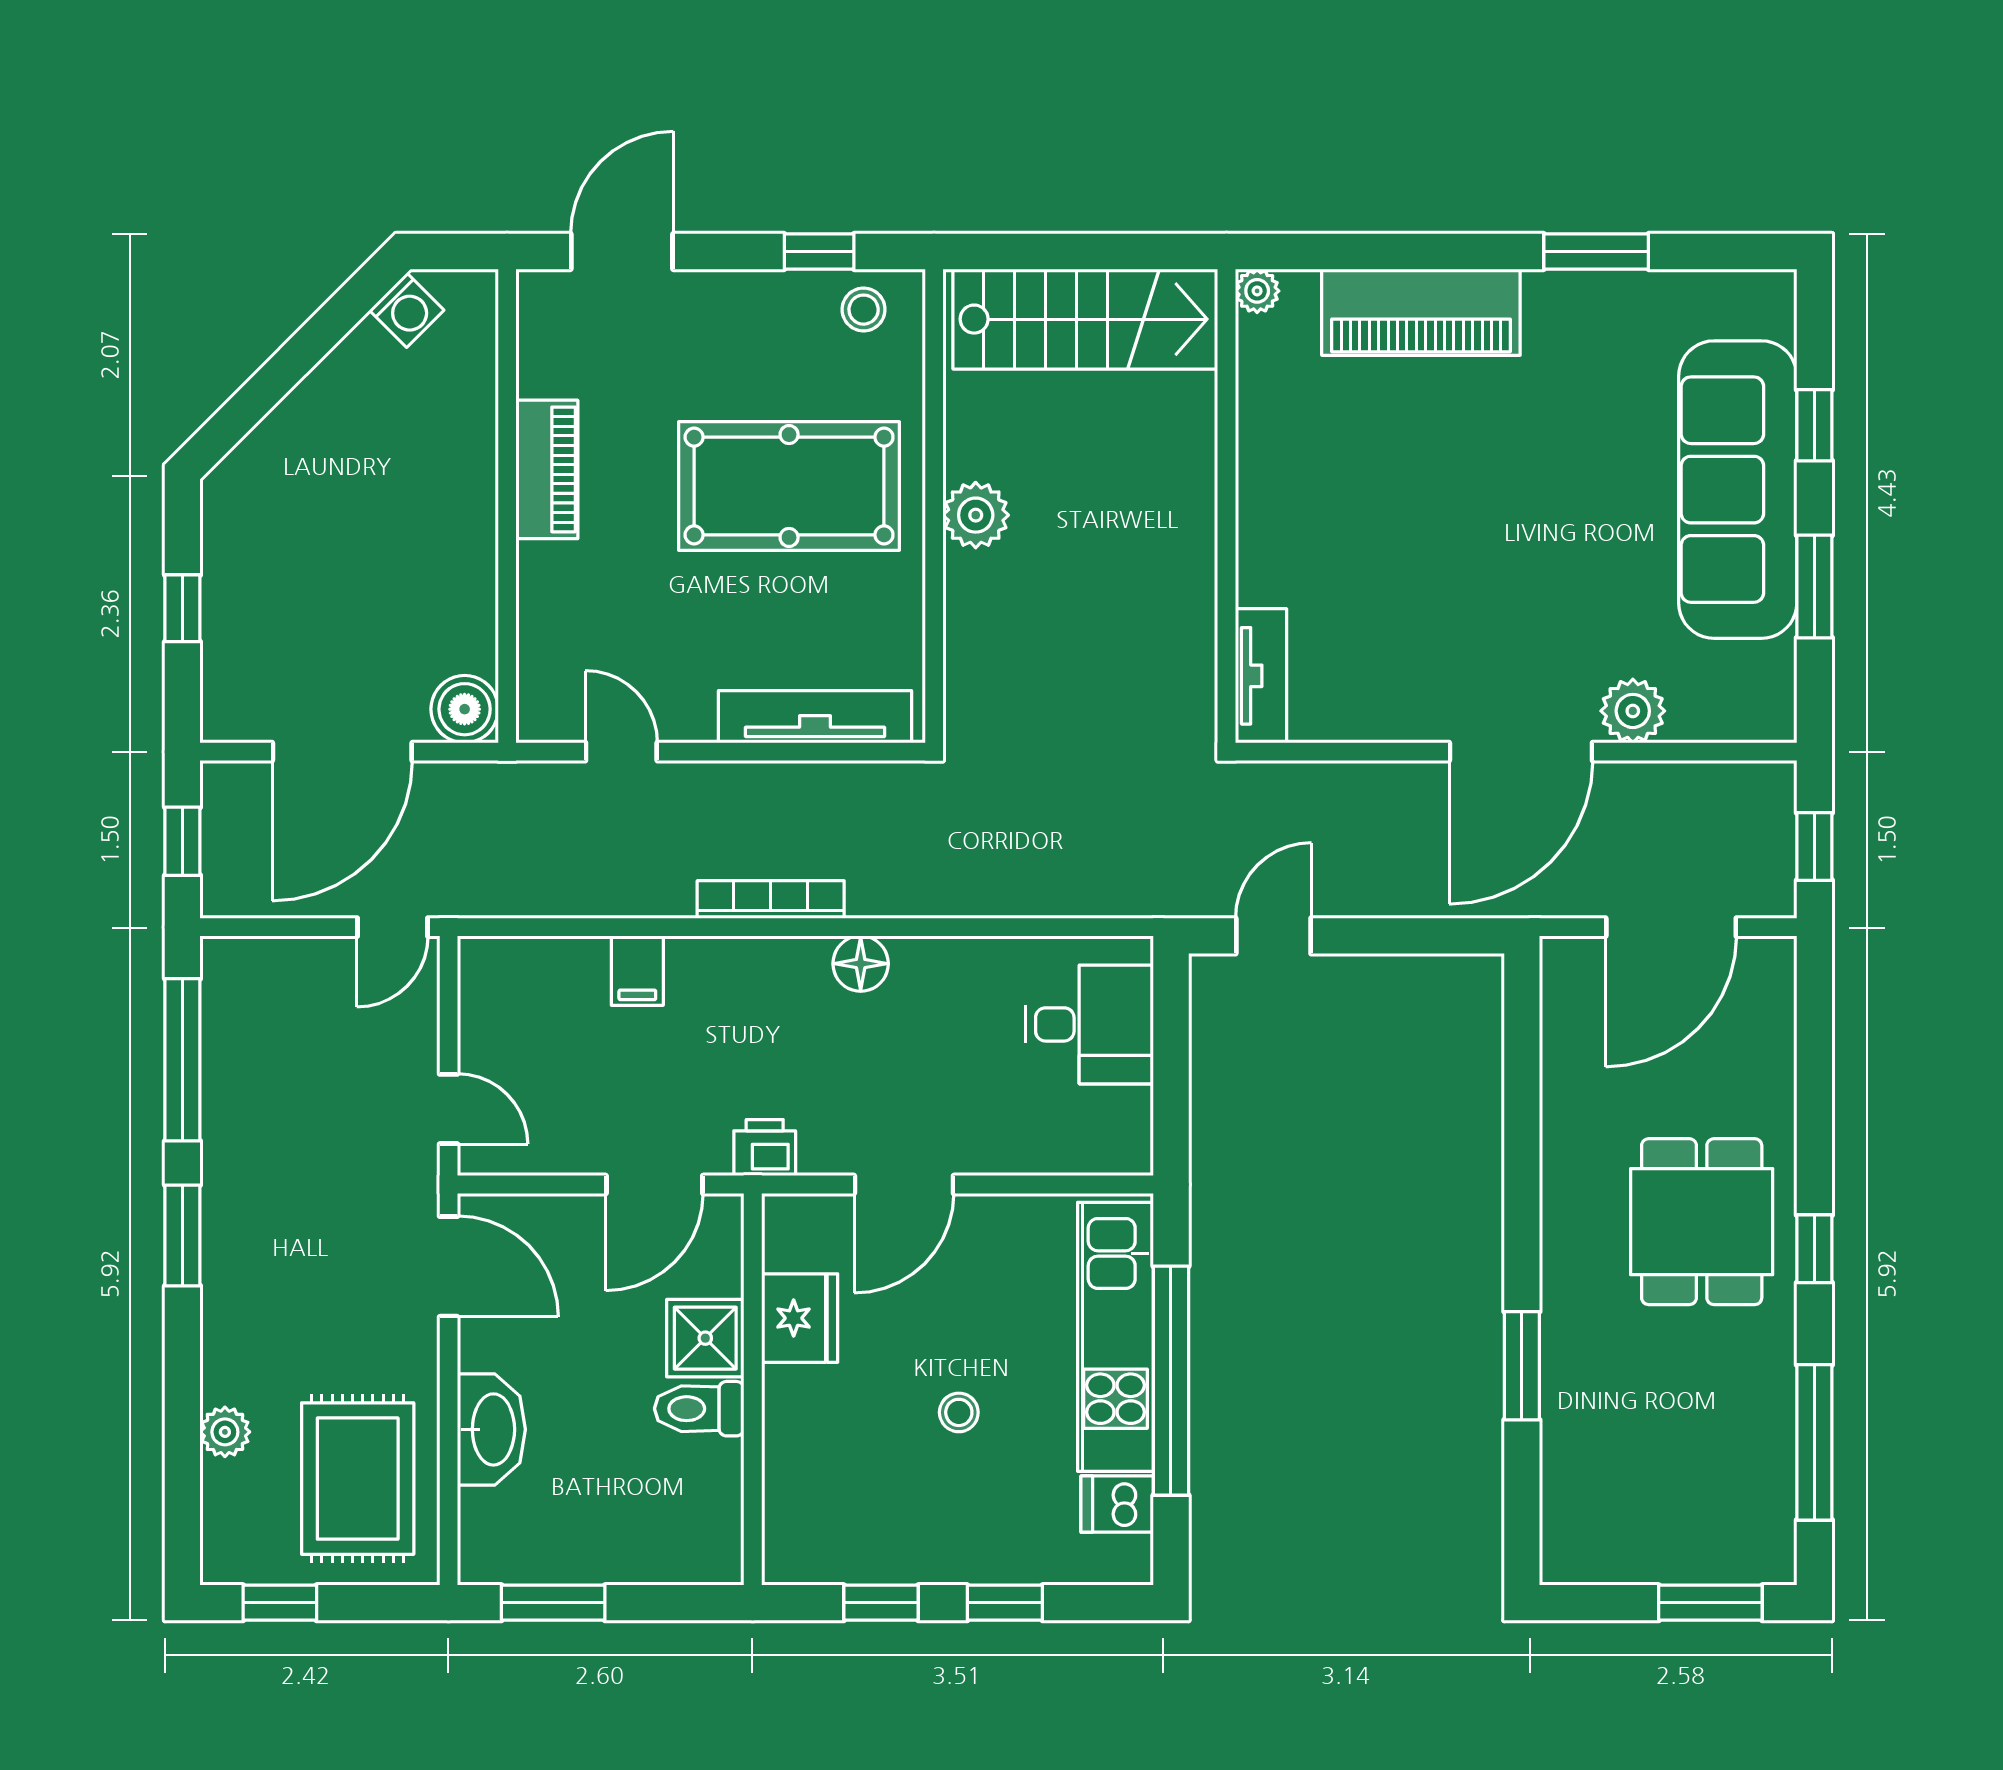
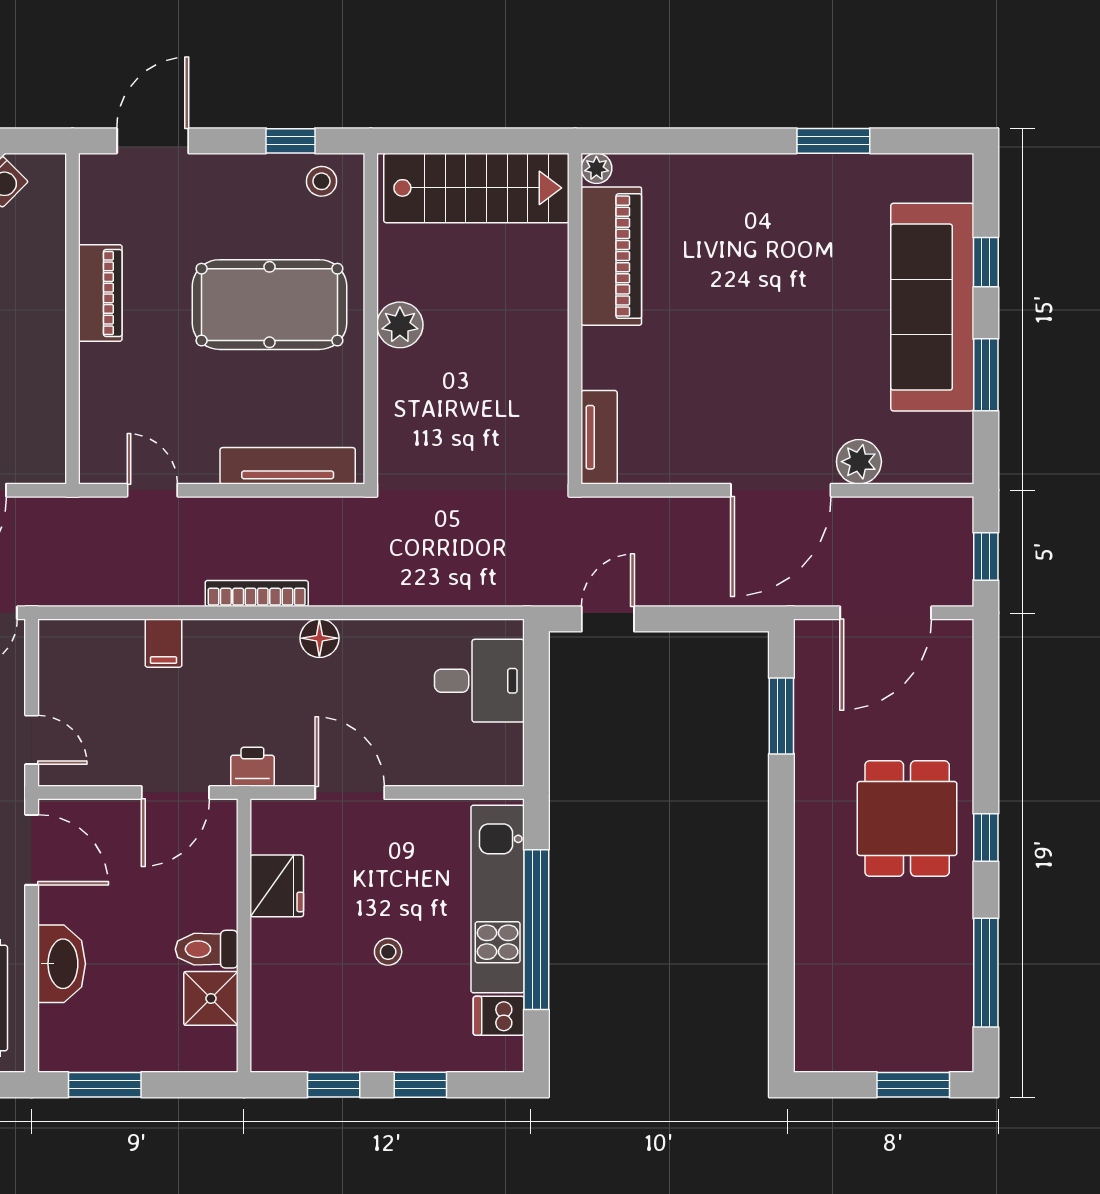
piano: (1421, 312) -> (611, 256), moved, turned -90
boiler: (465, 709) -> (43, 460), removed
door: (904, 1184) -> (350, 793), swing flipped
shower: (705, 1338) -> (211, 998), moved
window: (1522, 1366) -> (781, 716), moved

